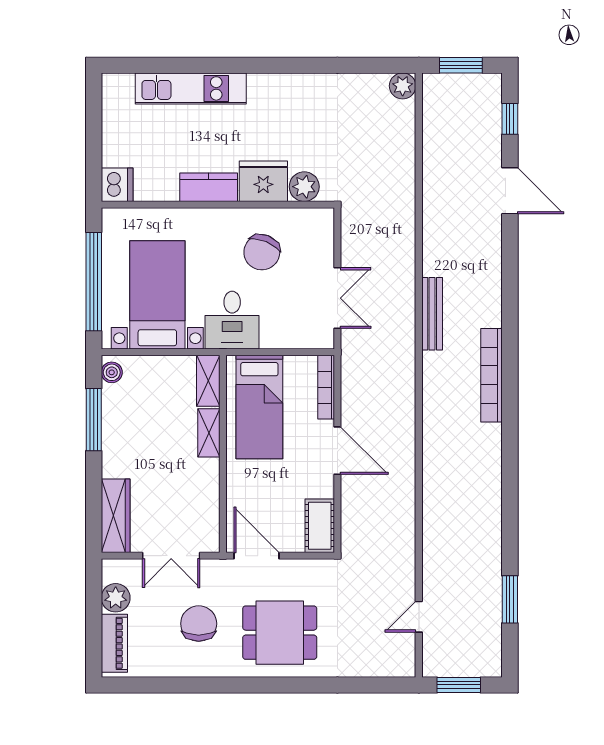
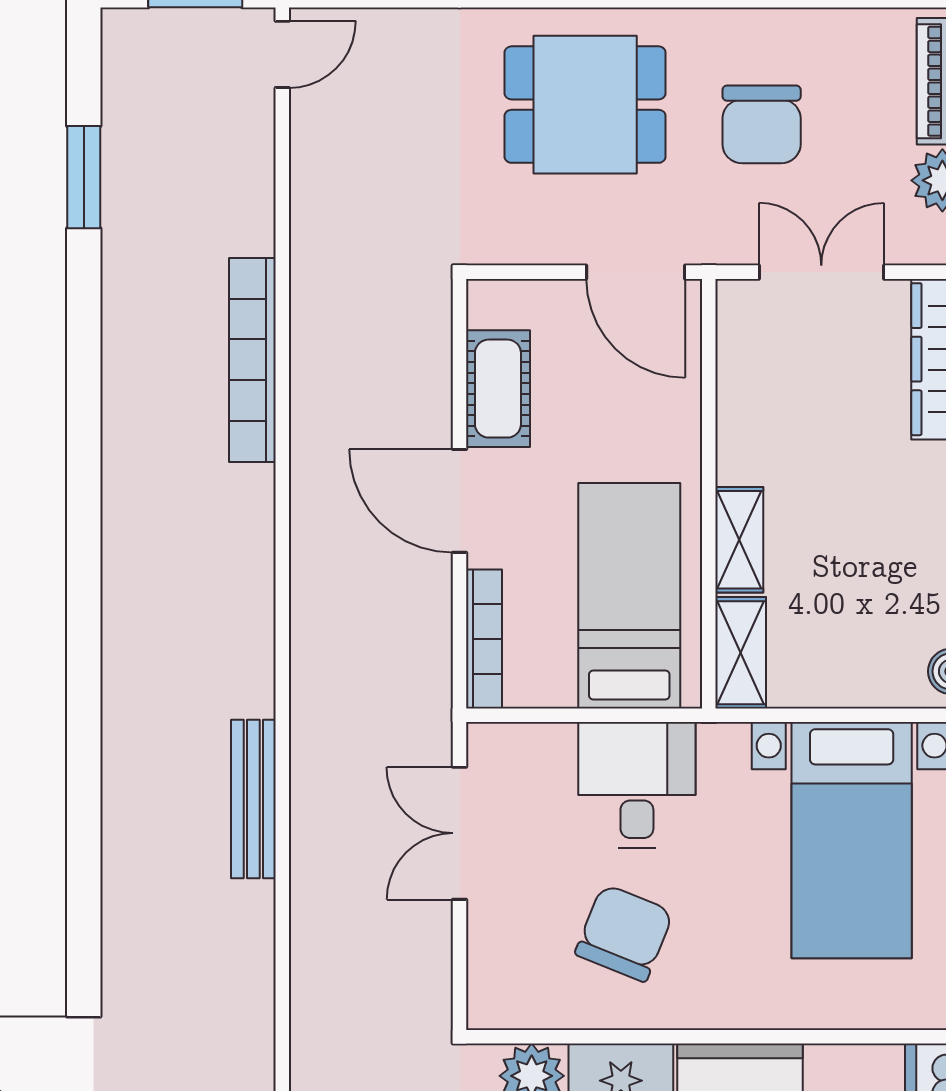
desk: (232, 320) -> (637, 785), moved
bookcase: (492, 375) -> (252, 360), moved, turned 180
cot: (320, 526) -> (498, 389), moved
door: (419, 617) -> (282, 54), moved

